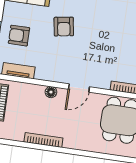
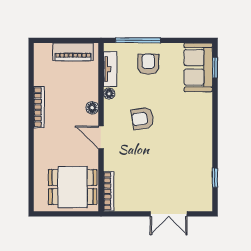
armchair: (64, 27) -> (143, 118), moved
floor lamp: (40, 75) -> (109, 94), added

